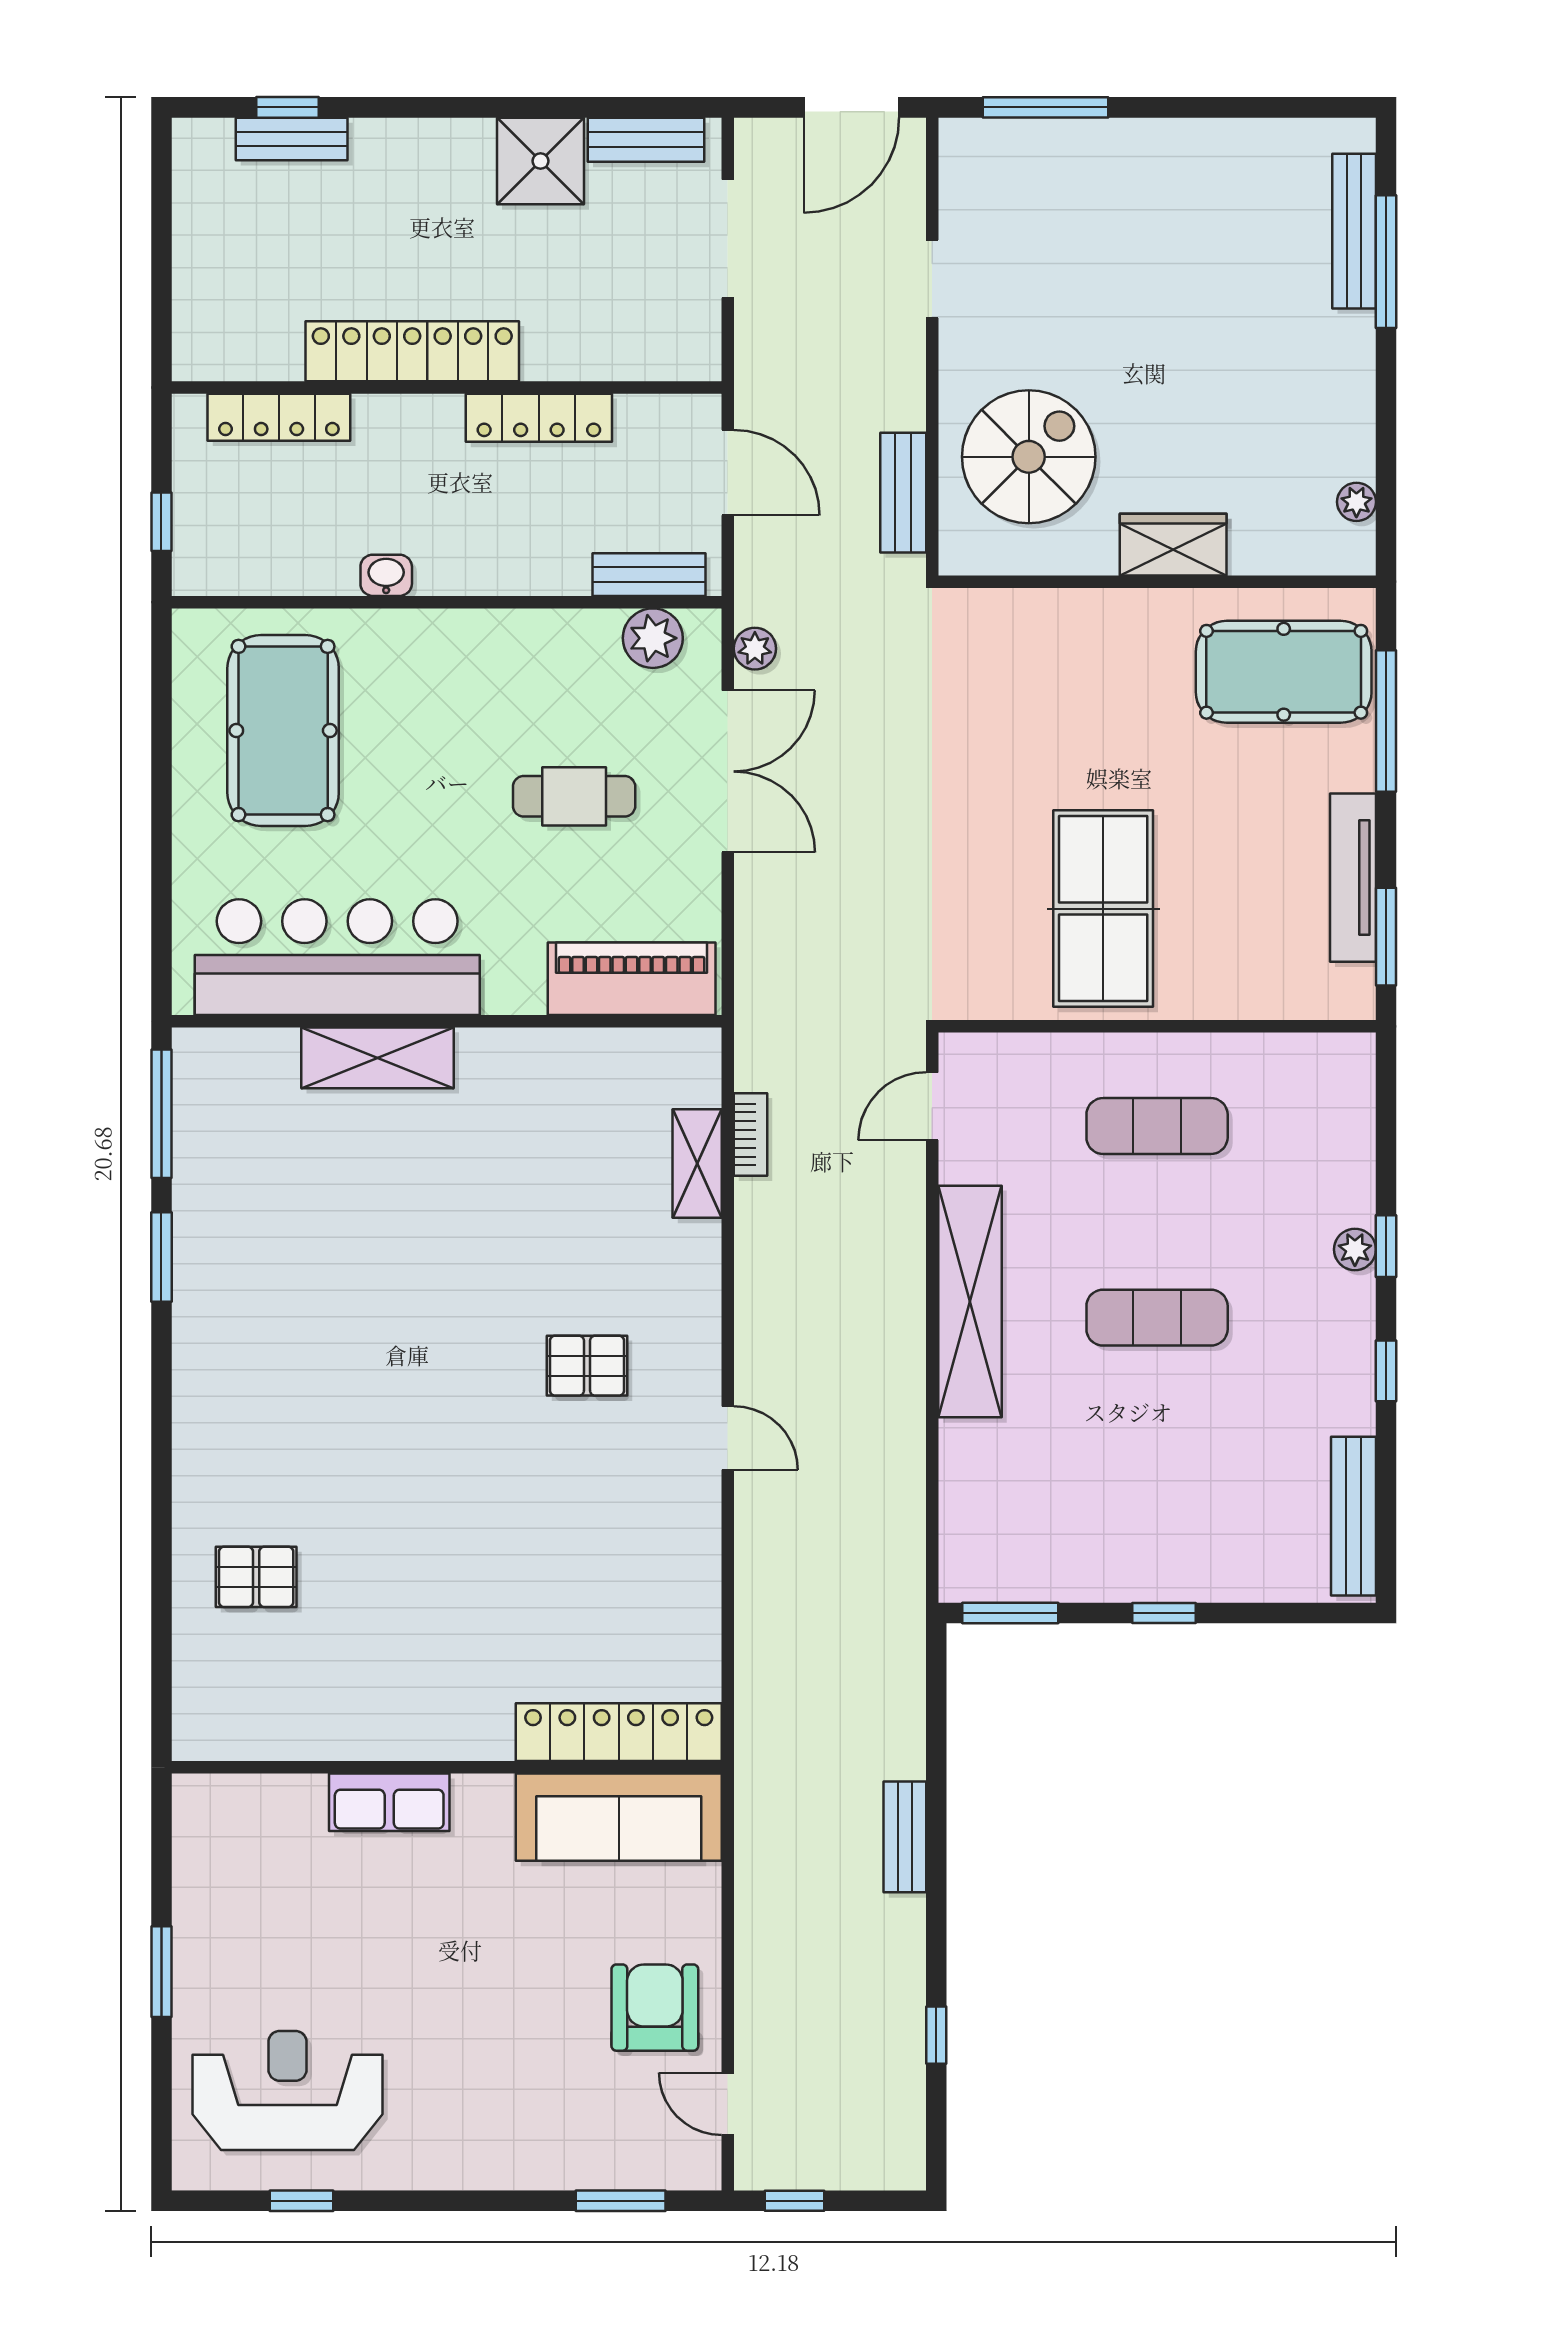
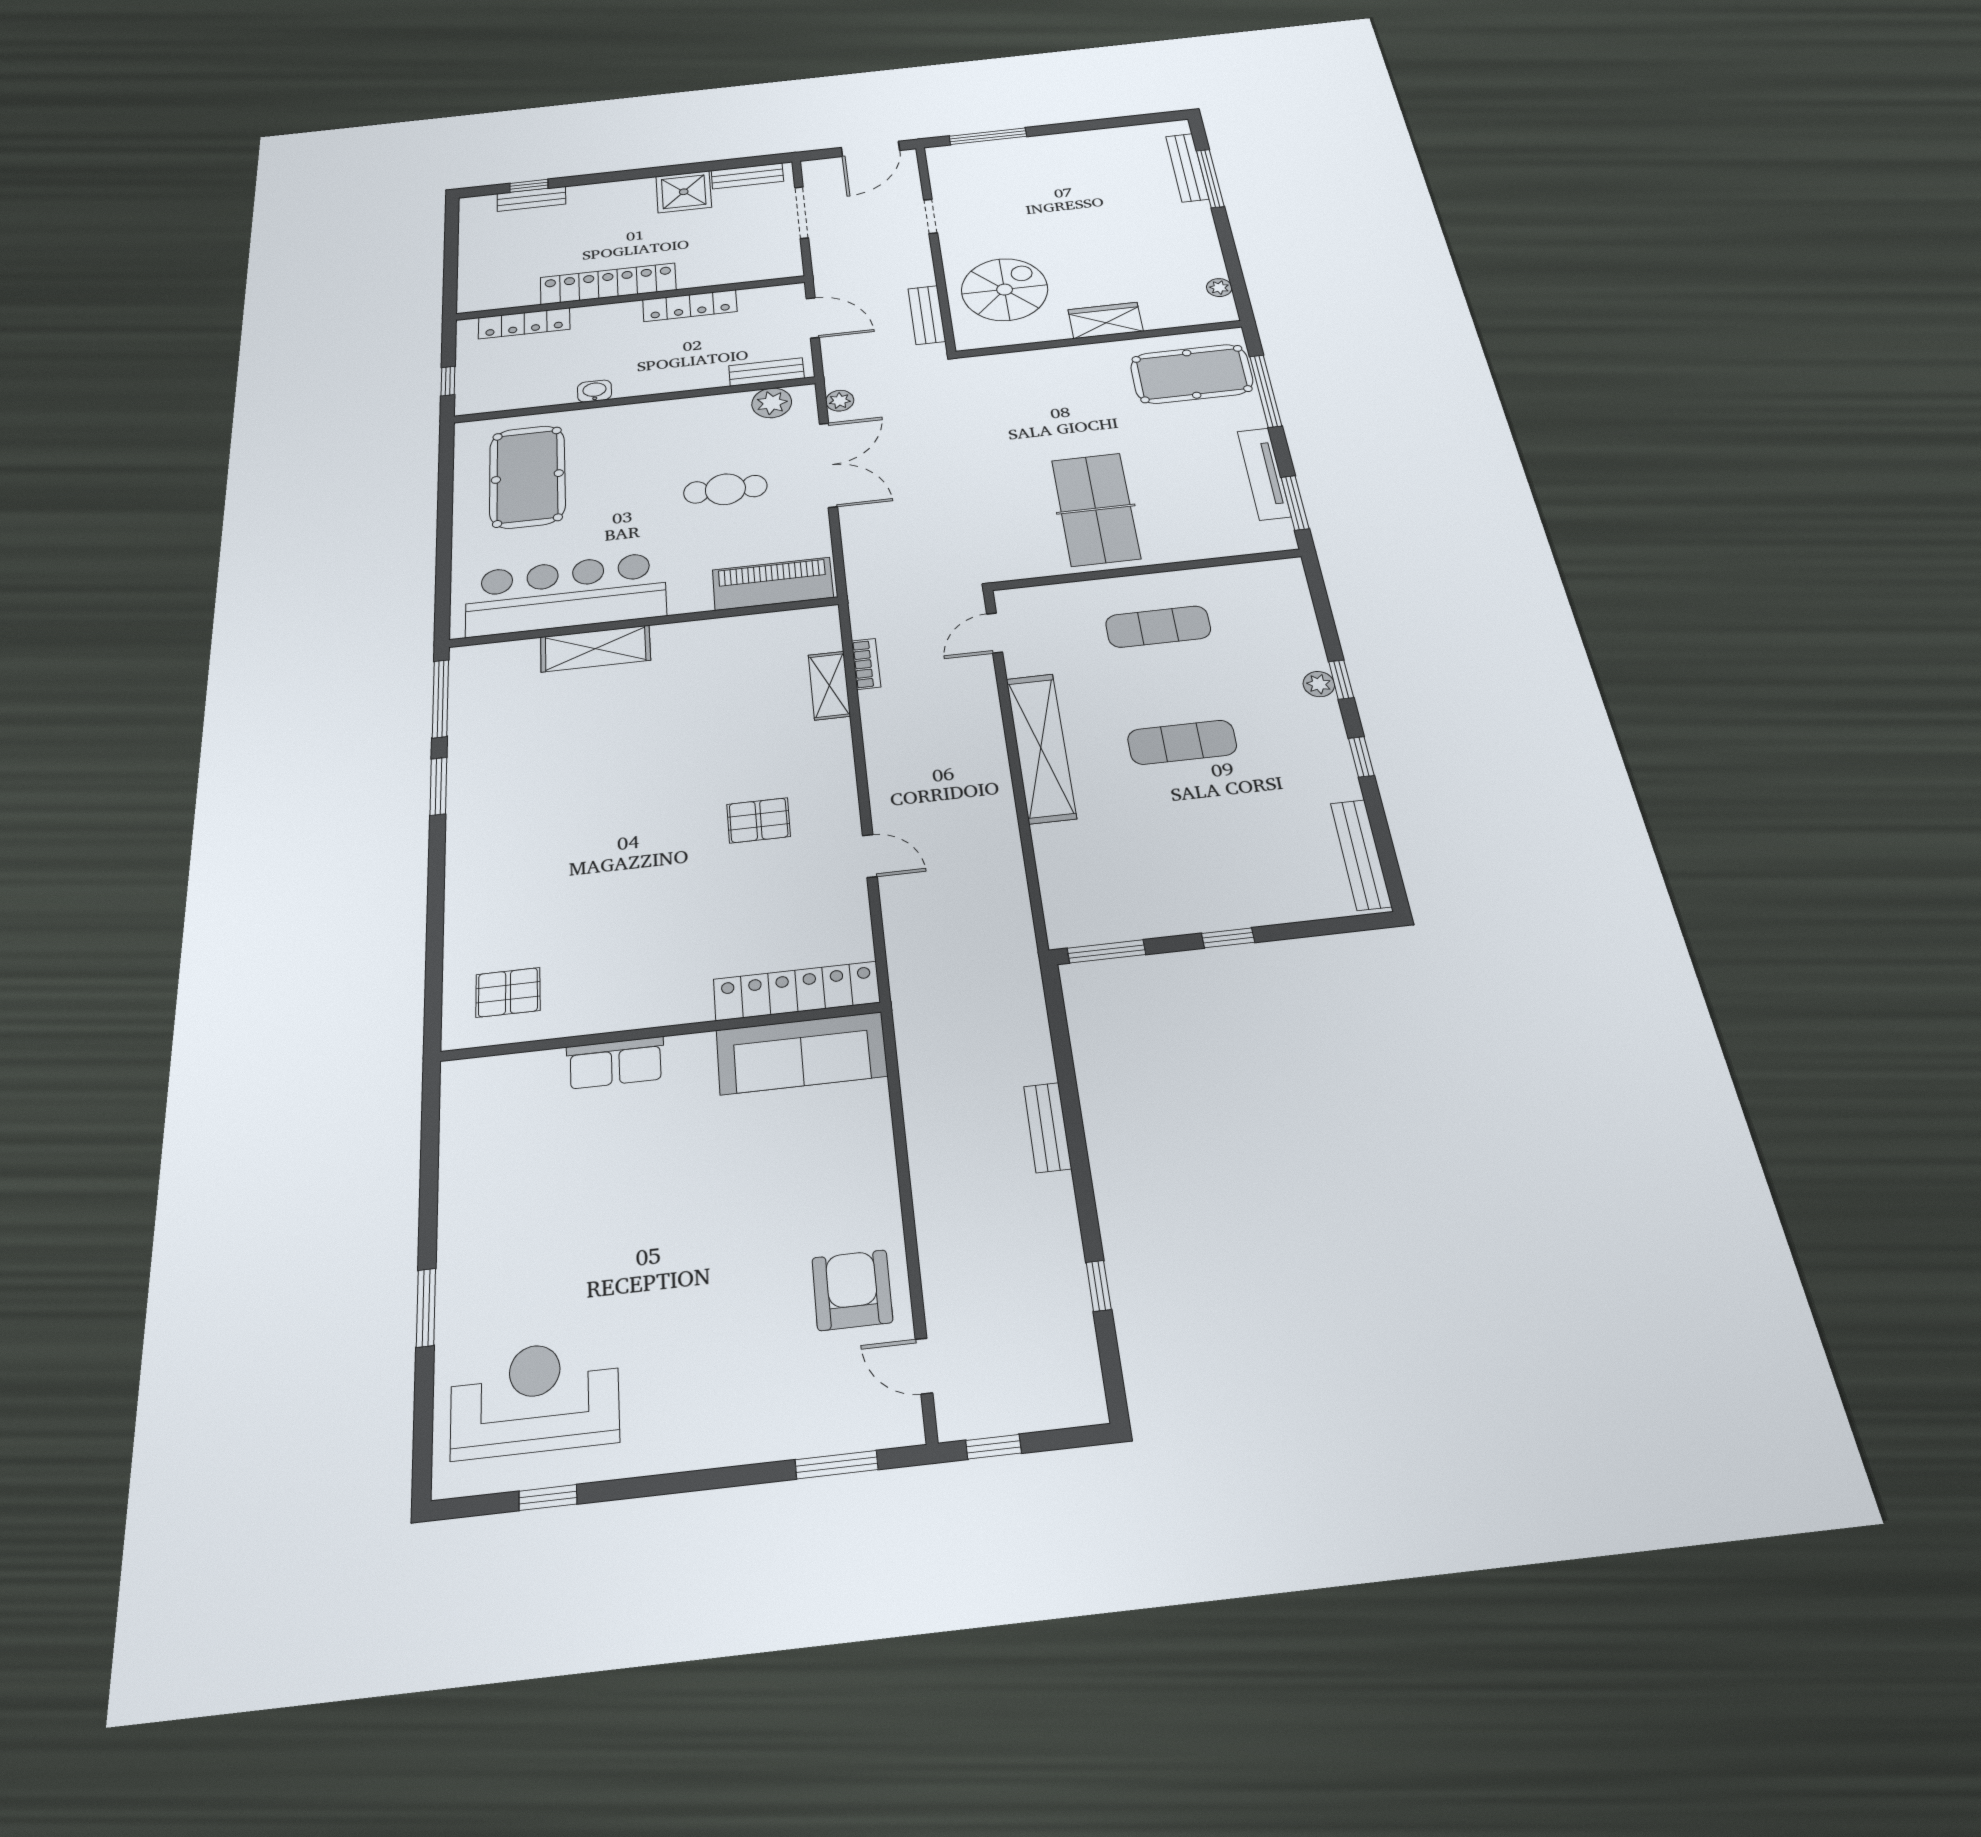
locker: (619, 1732) -> (797, 991), moved
wall: (447, 1767) -> (661, 1032), moved
row of seats: (389, 1802) -> (615, 1063), moved
sofa: (619, 1817) -> (802, 1053), moved

